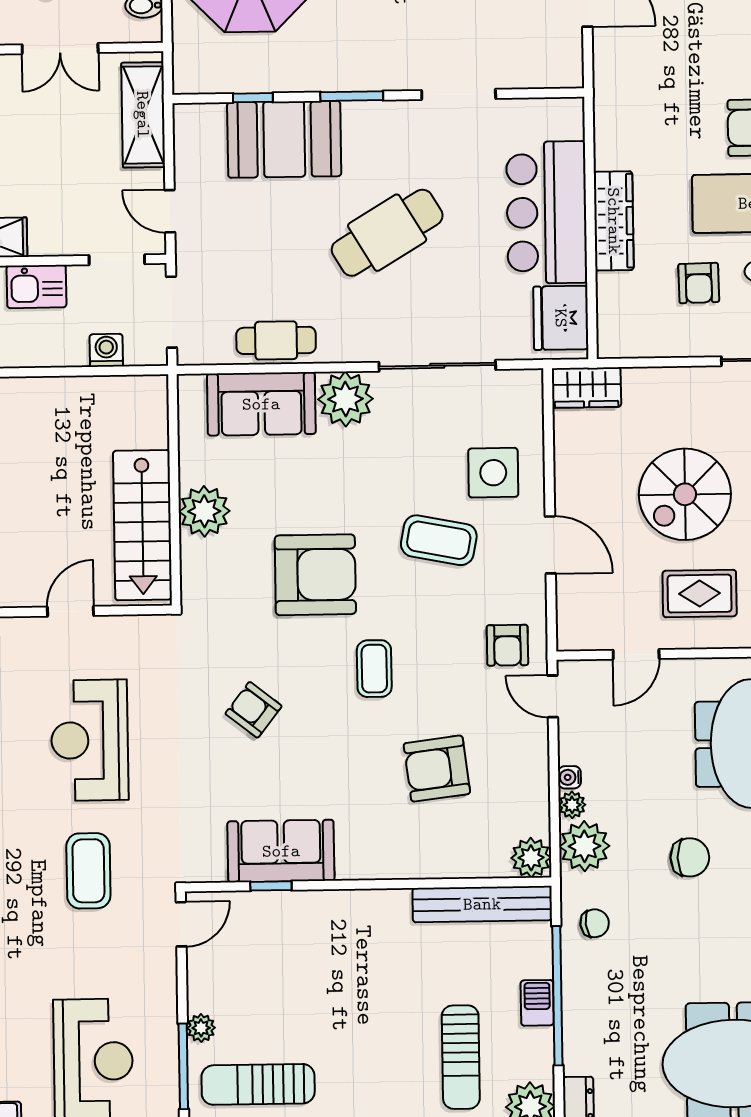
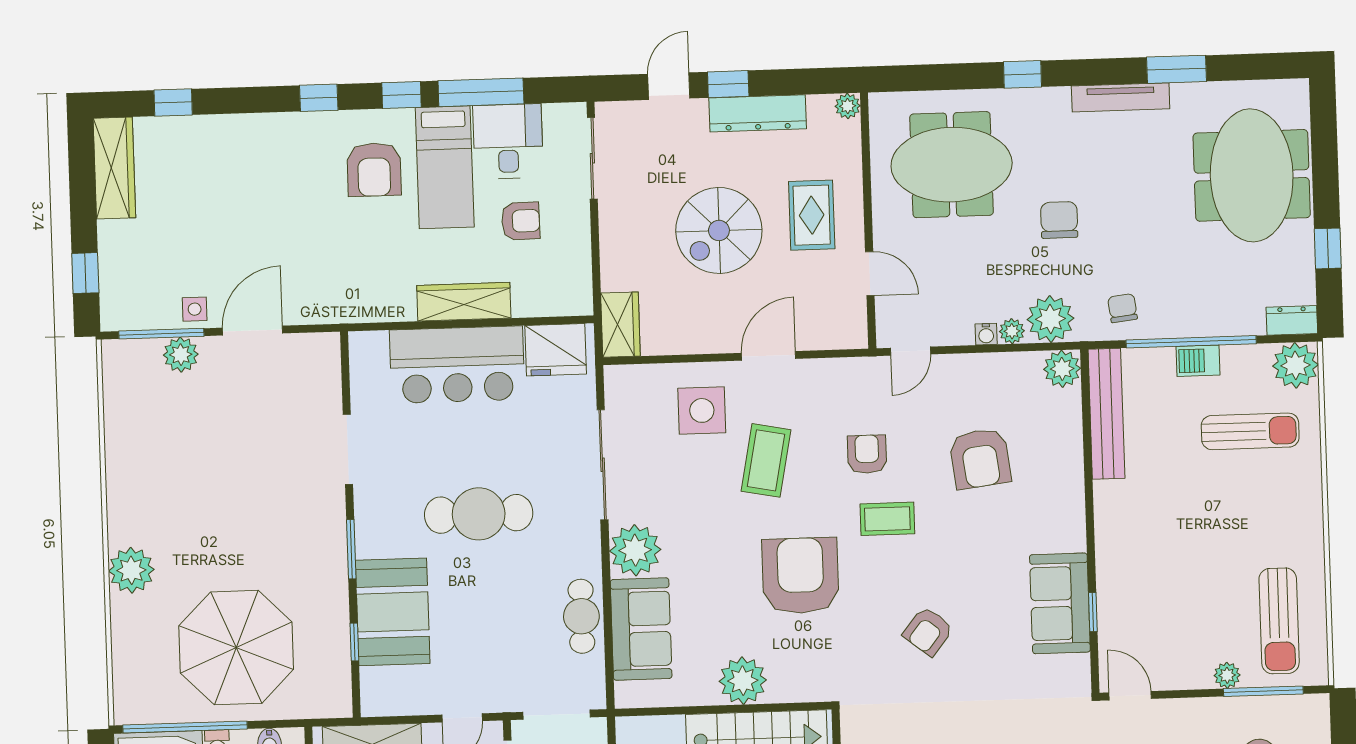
cafe table: (387, 233) -> (479, 514), turned -59
spiral stairs: (685, 494) -> (719, 230), turned 90
armchair: (507, 645) -> (867, 454), moved, turned -90

